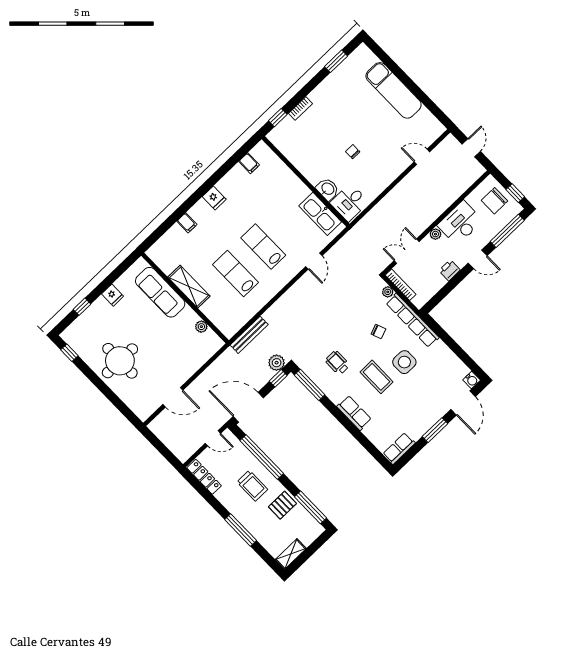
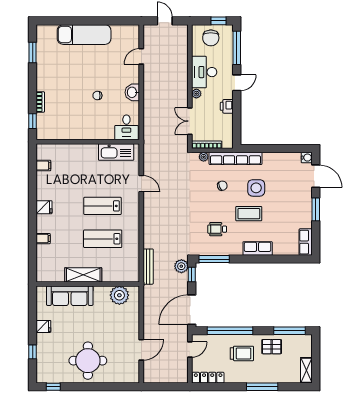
washbasin: (328, 189) -> (132, 92), moved, turned -90
plant: (201, 327) -> (119, 295), width x1.88, depth x1.88
pallet: (282, 505) -> (272, 347), turned 90

